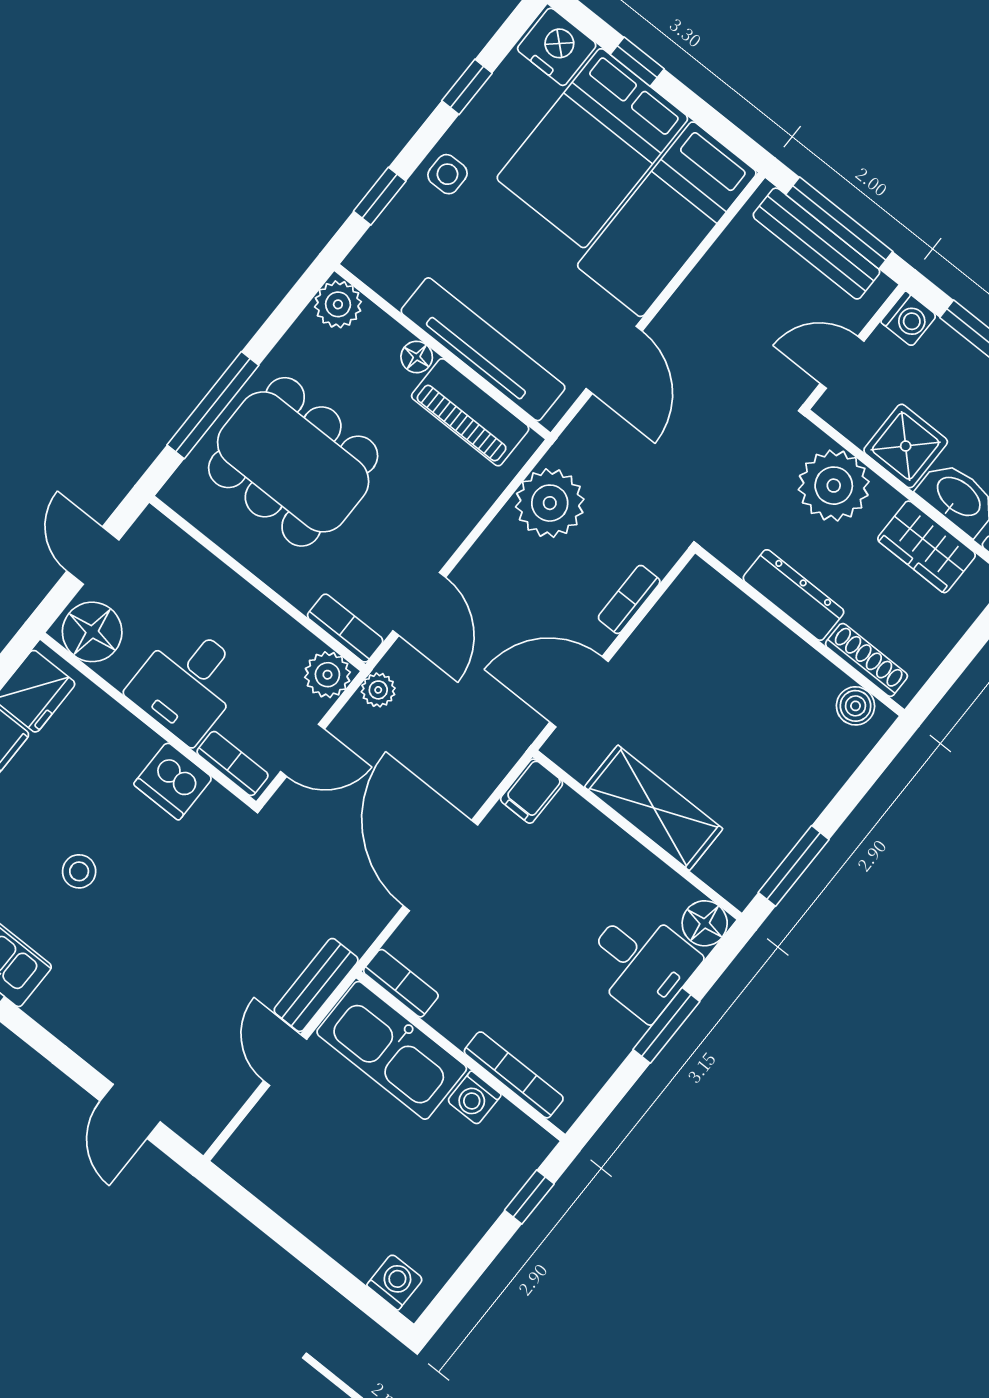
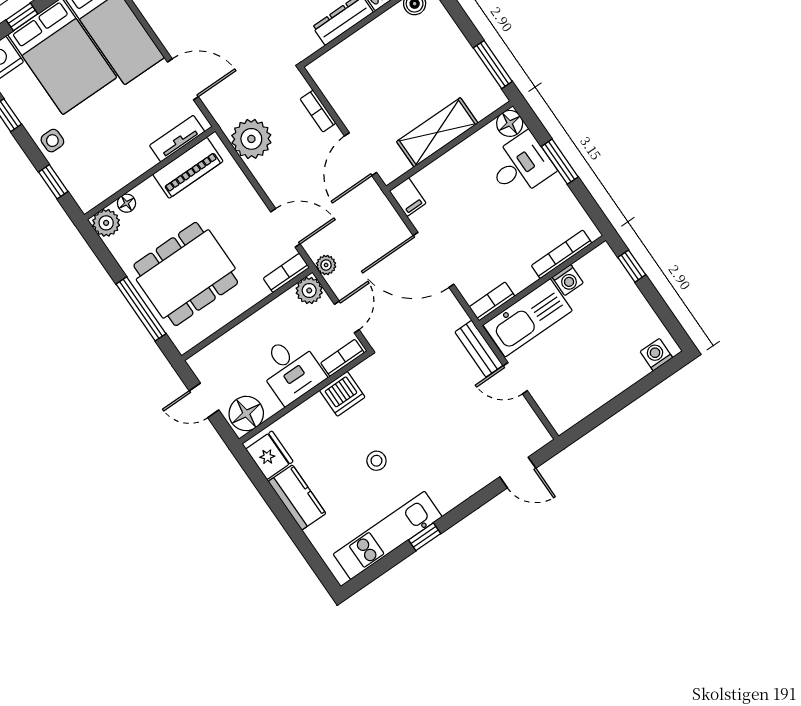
tv unit: (483, 349) -> (177, 139), width x0.52, depth x0.78
floor lamp: (417, 357) -> (127, 203), moved

